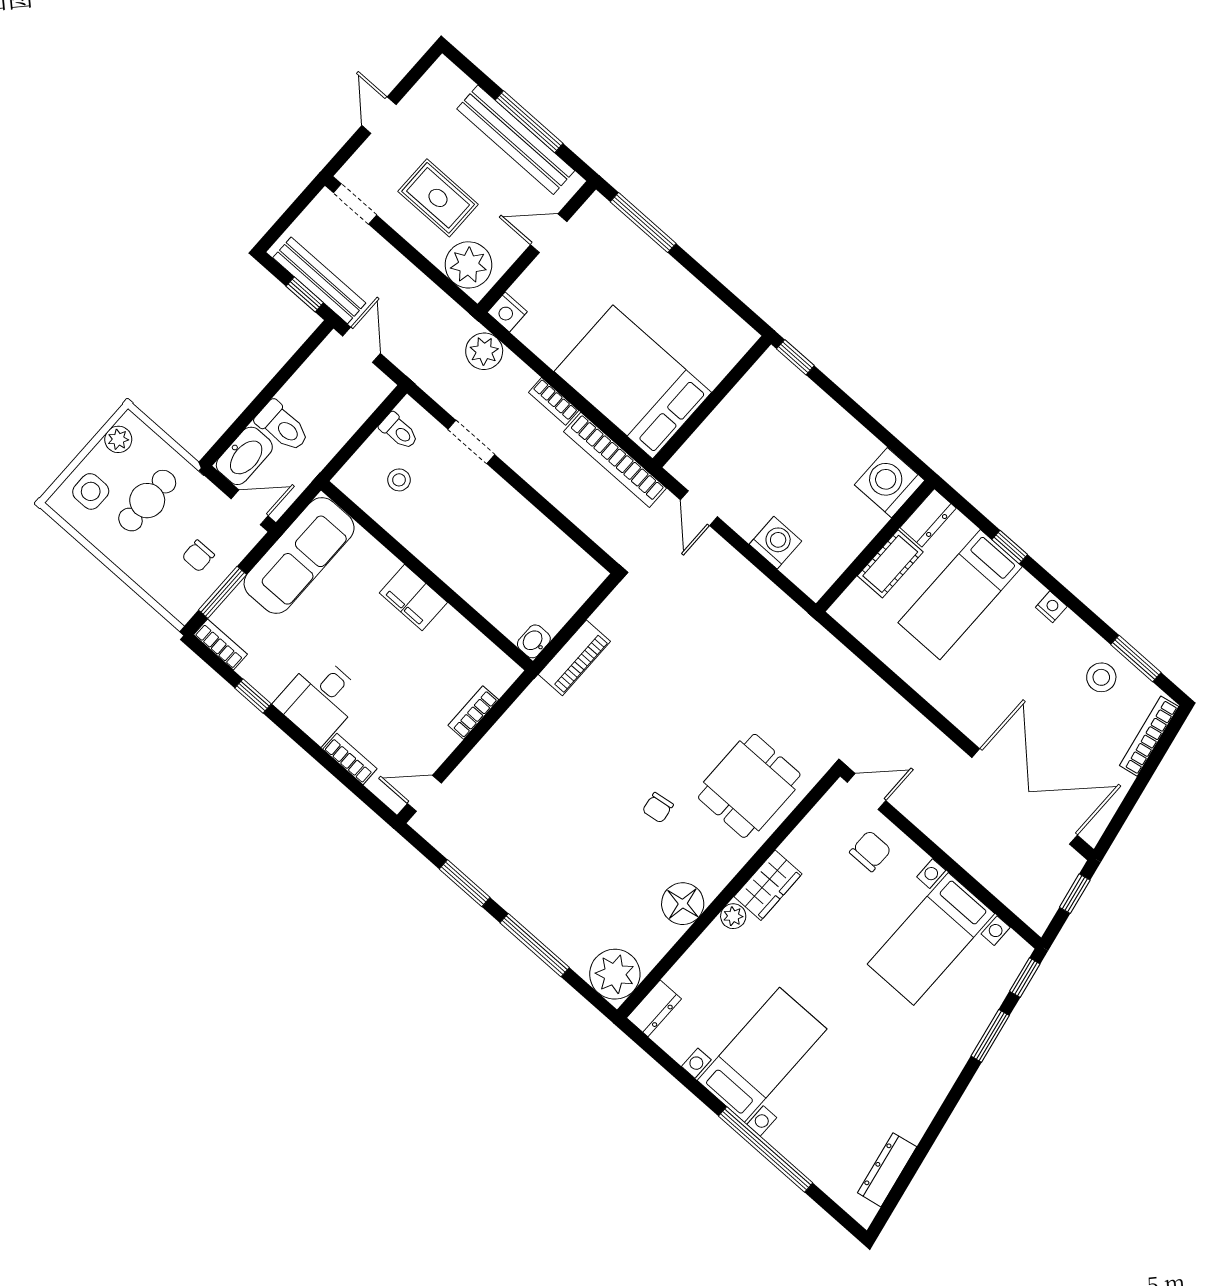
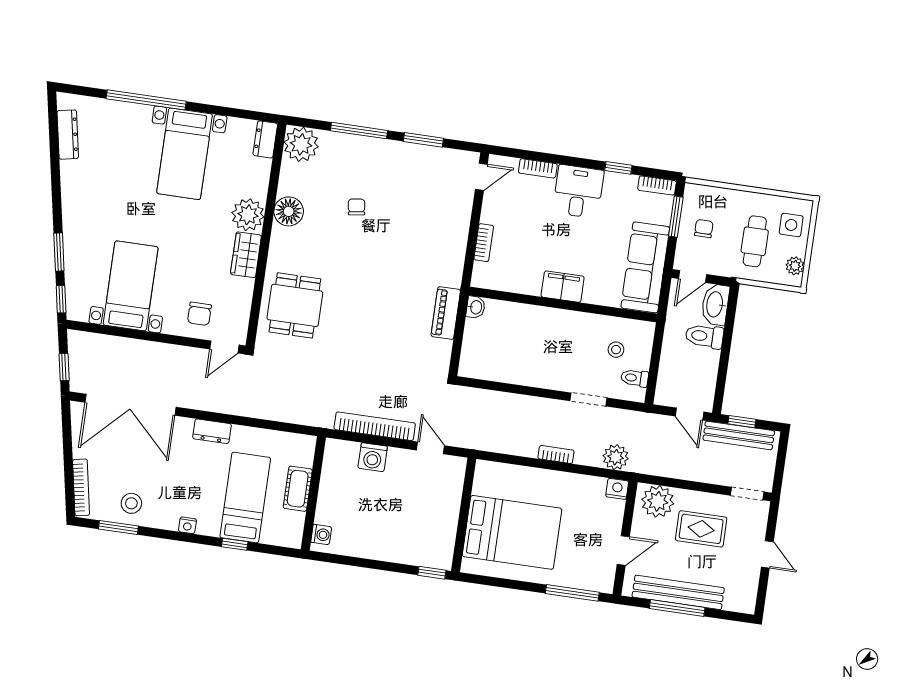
bed: (633, 382) -> (512, 532), moved
bookcase: (615, 460) -> (375, 426), moved
washing machine: (889, 483) -> (321, 535), width x0.53, depth x0.53
dresser: (928, 518) -> (212, 431), moved, turned -90
chair: (658, 808) -> (356, 207), moved
plant: (733, 916) -> (248, 215), width x1.88, depth x1.88

